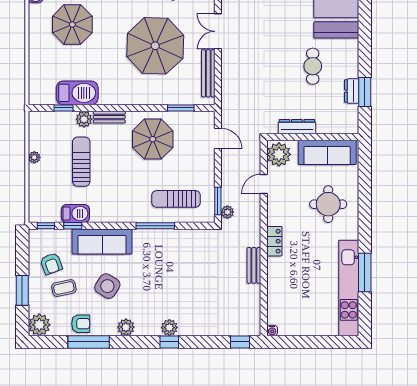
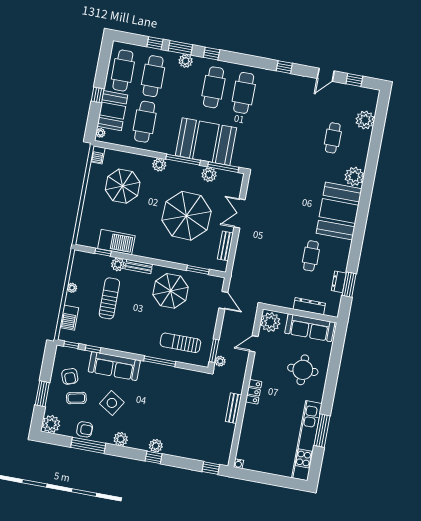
bench: (208, 73) -> (225, 246), width x0.73
dresser: (297, 127) -> (309, 306), moved
barbecue: (75, 214) -> (69, 318), moved, turned 90

